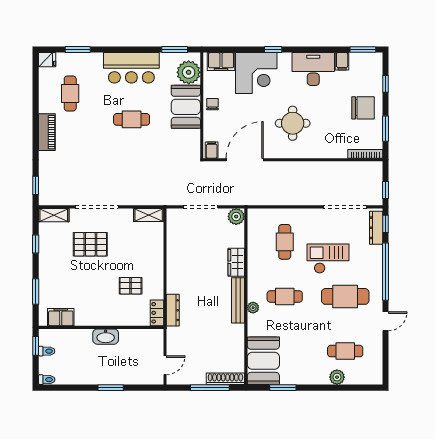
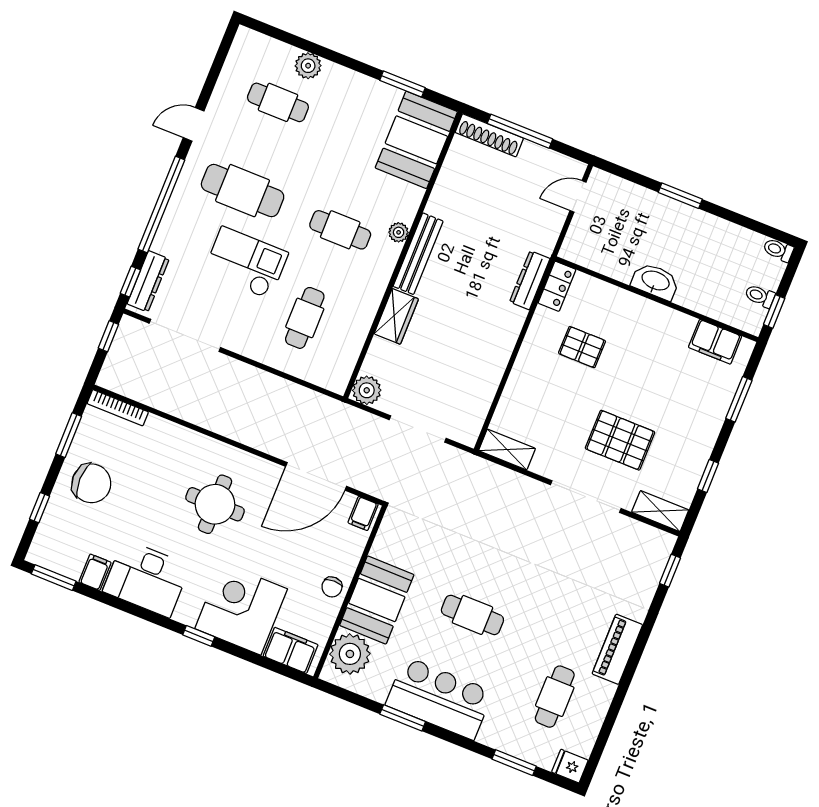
window: (175, 50) -> (403, 718), moved
chair: (363, 108) -> (91, 483), turned 180
checkout: (328, 259) -> (246, 263), turned 180

